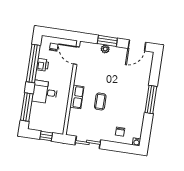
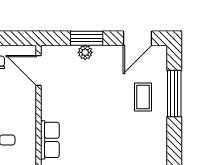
window: (151, 100) -> (174, 93), moved
coffee table: (100, 101) -> (143, 97), moved

